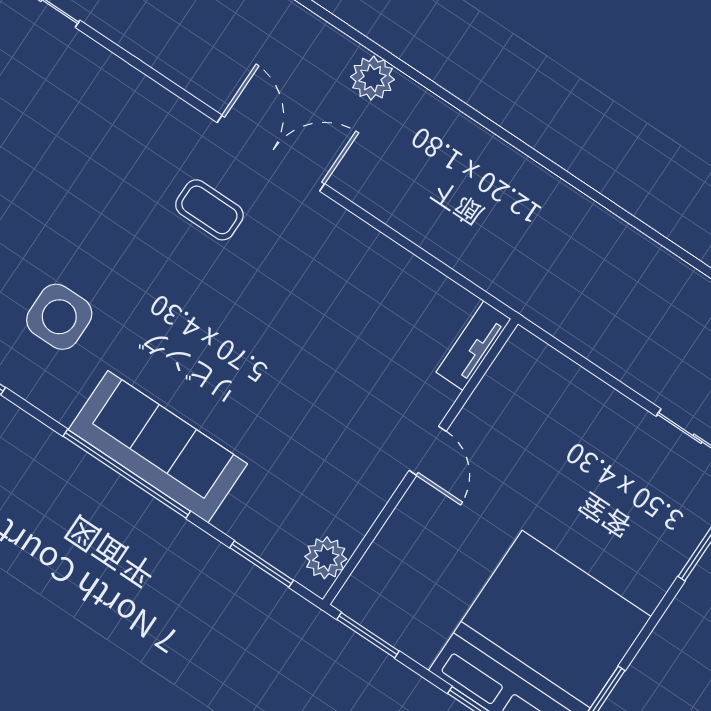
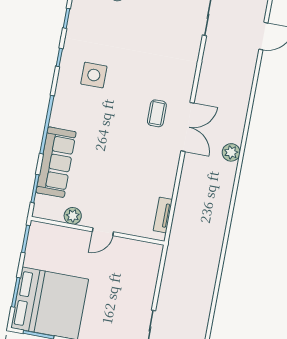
tv unit: (474, 346) -> (163, 215), moved, turned -90
sofa: (158, 447) -> (56, 162), moved
plant: (326, 558) -> (73, 216), moved

